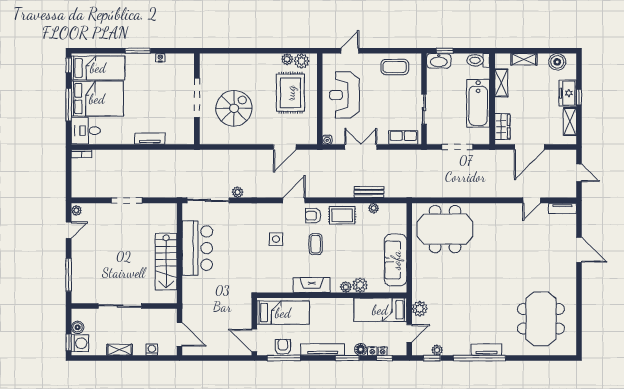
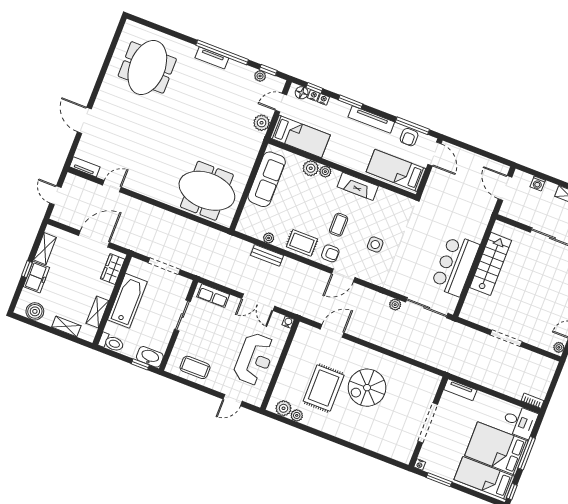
rug: (290, 93) -> (324, 388), moved
doorway: (197, 98) -> (428, 423), moved
wall: (197, 99) -> (428, 422), moved
floor lamp: (361, 349) -> (302, 93), moved

